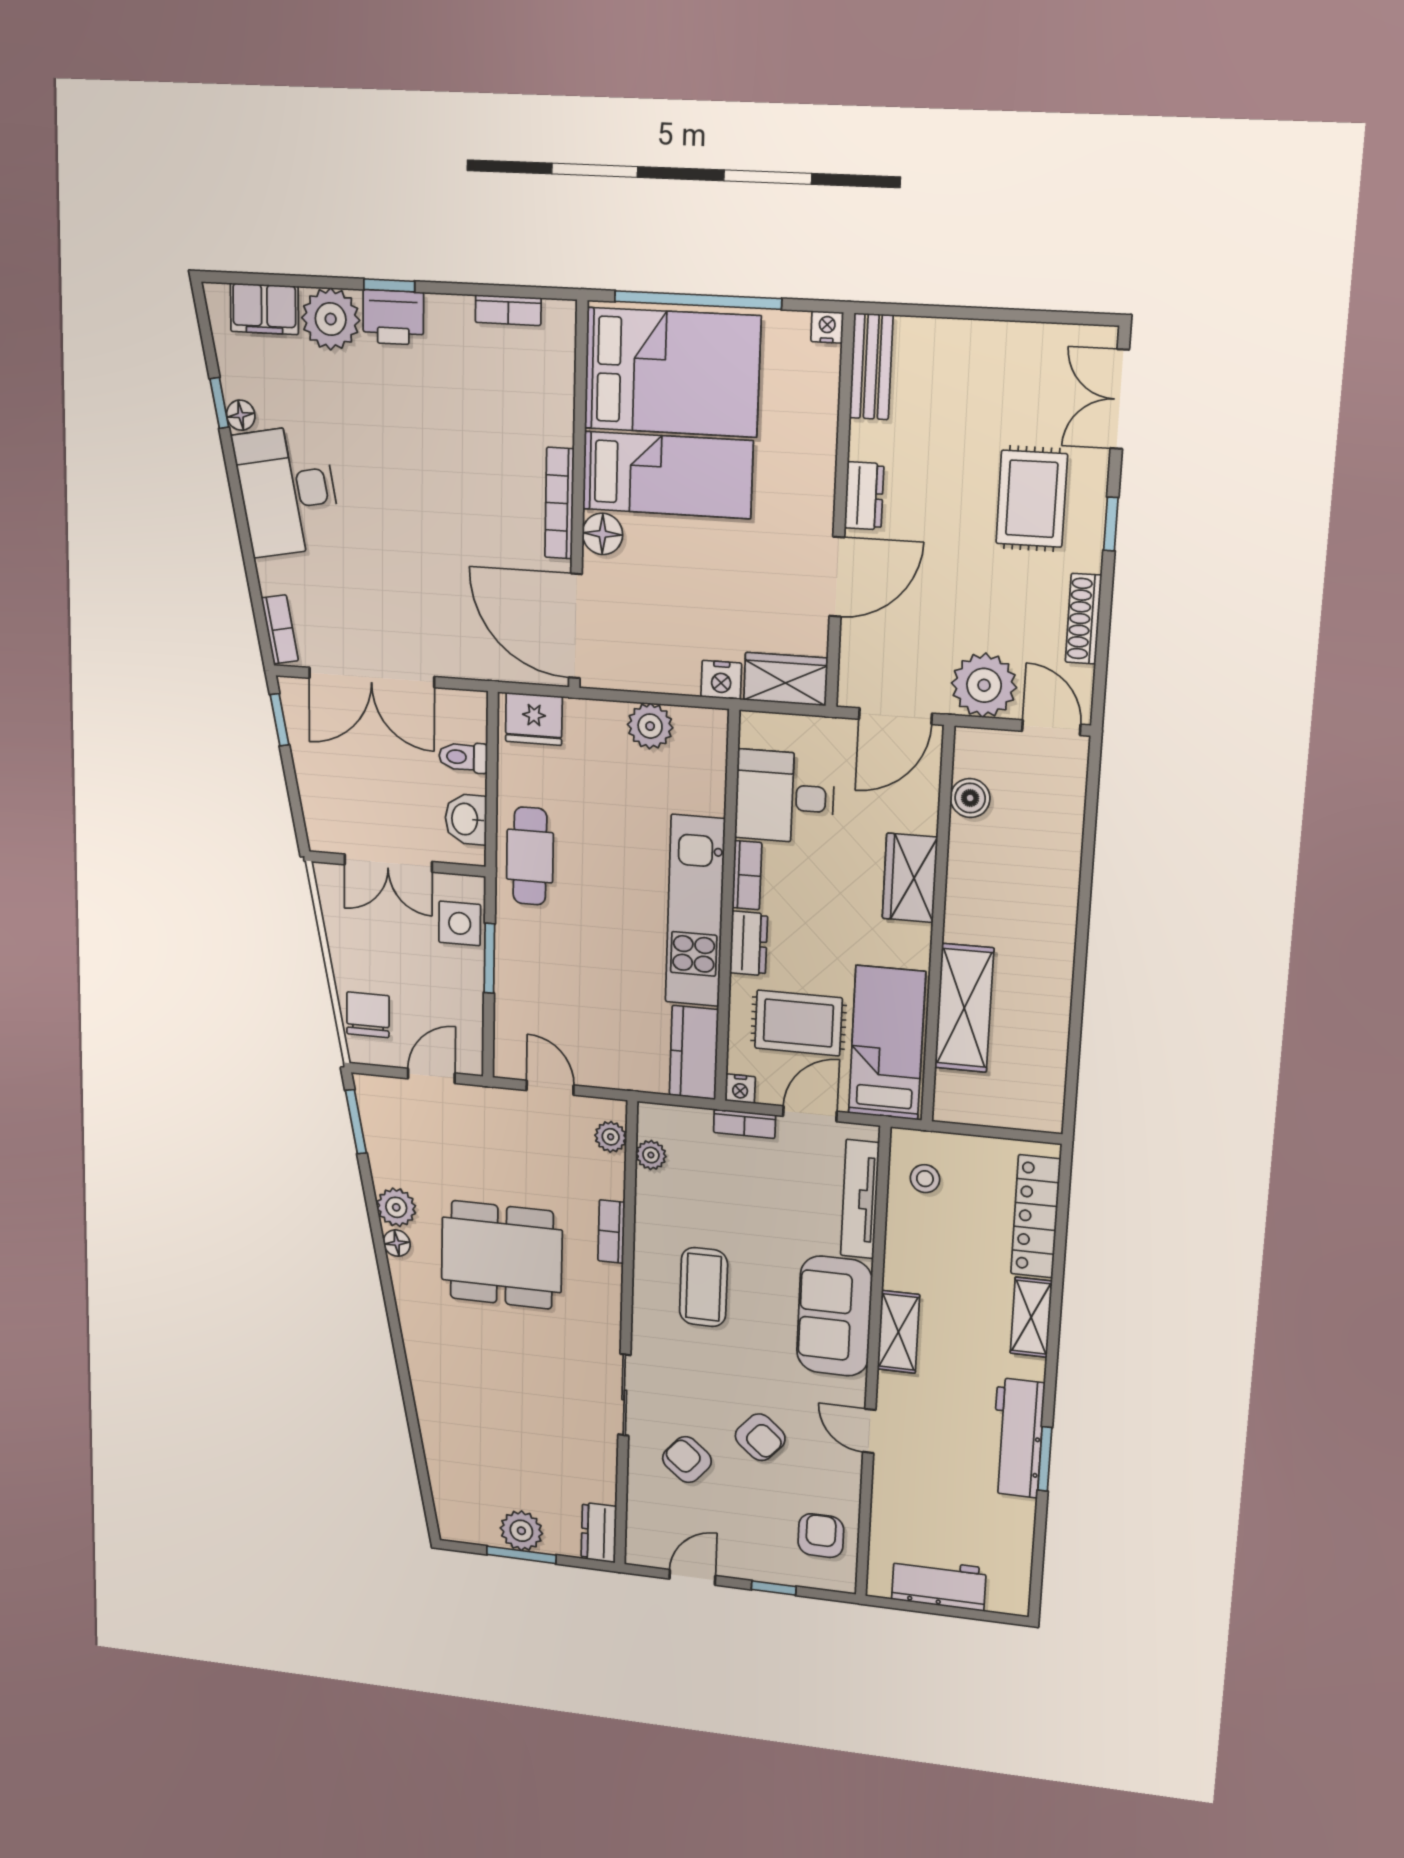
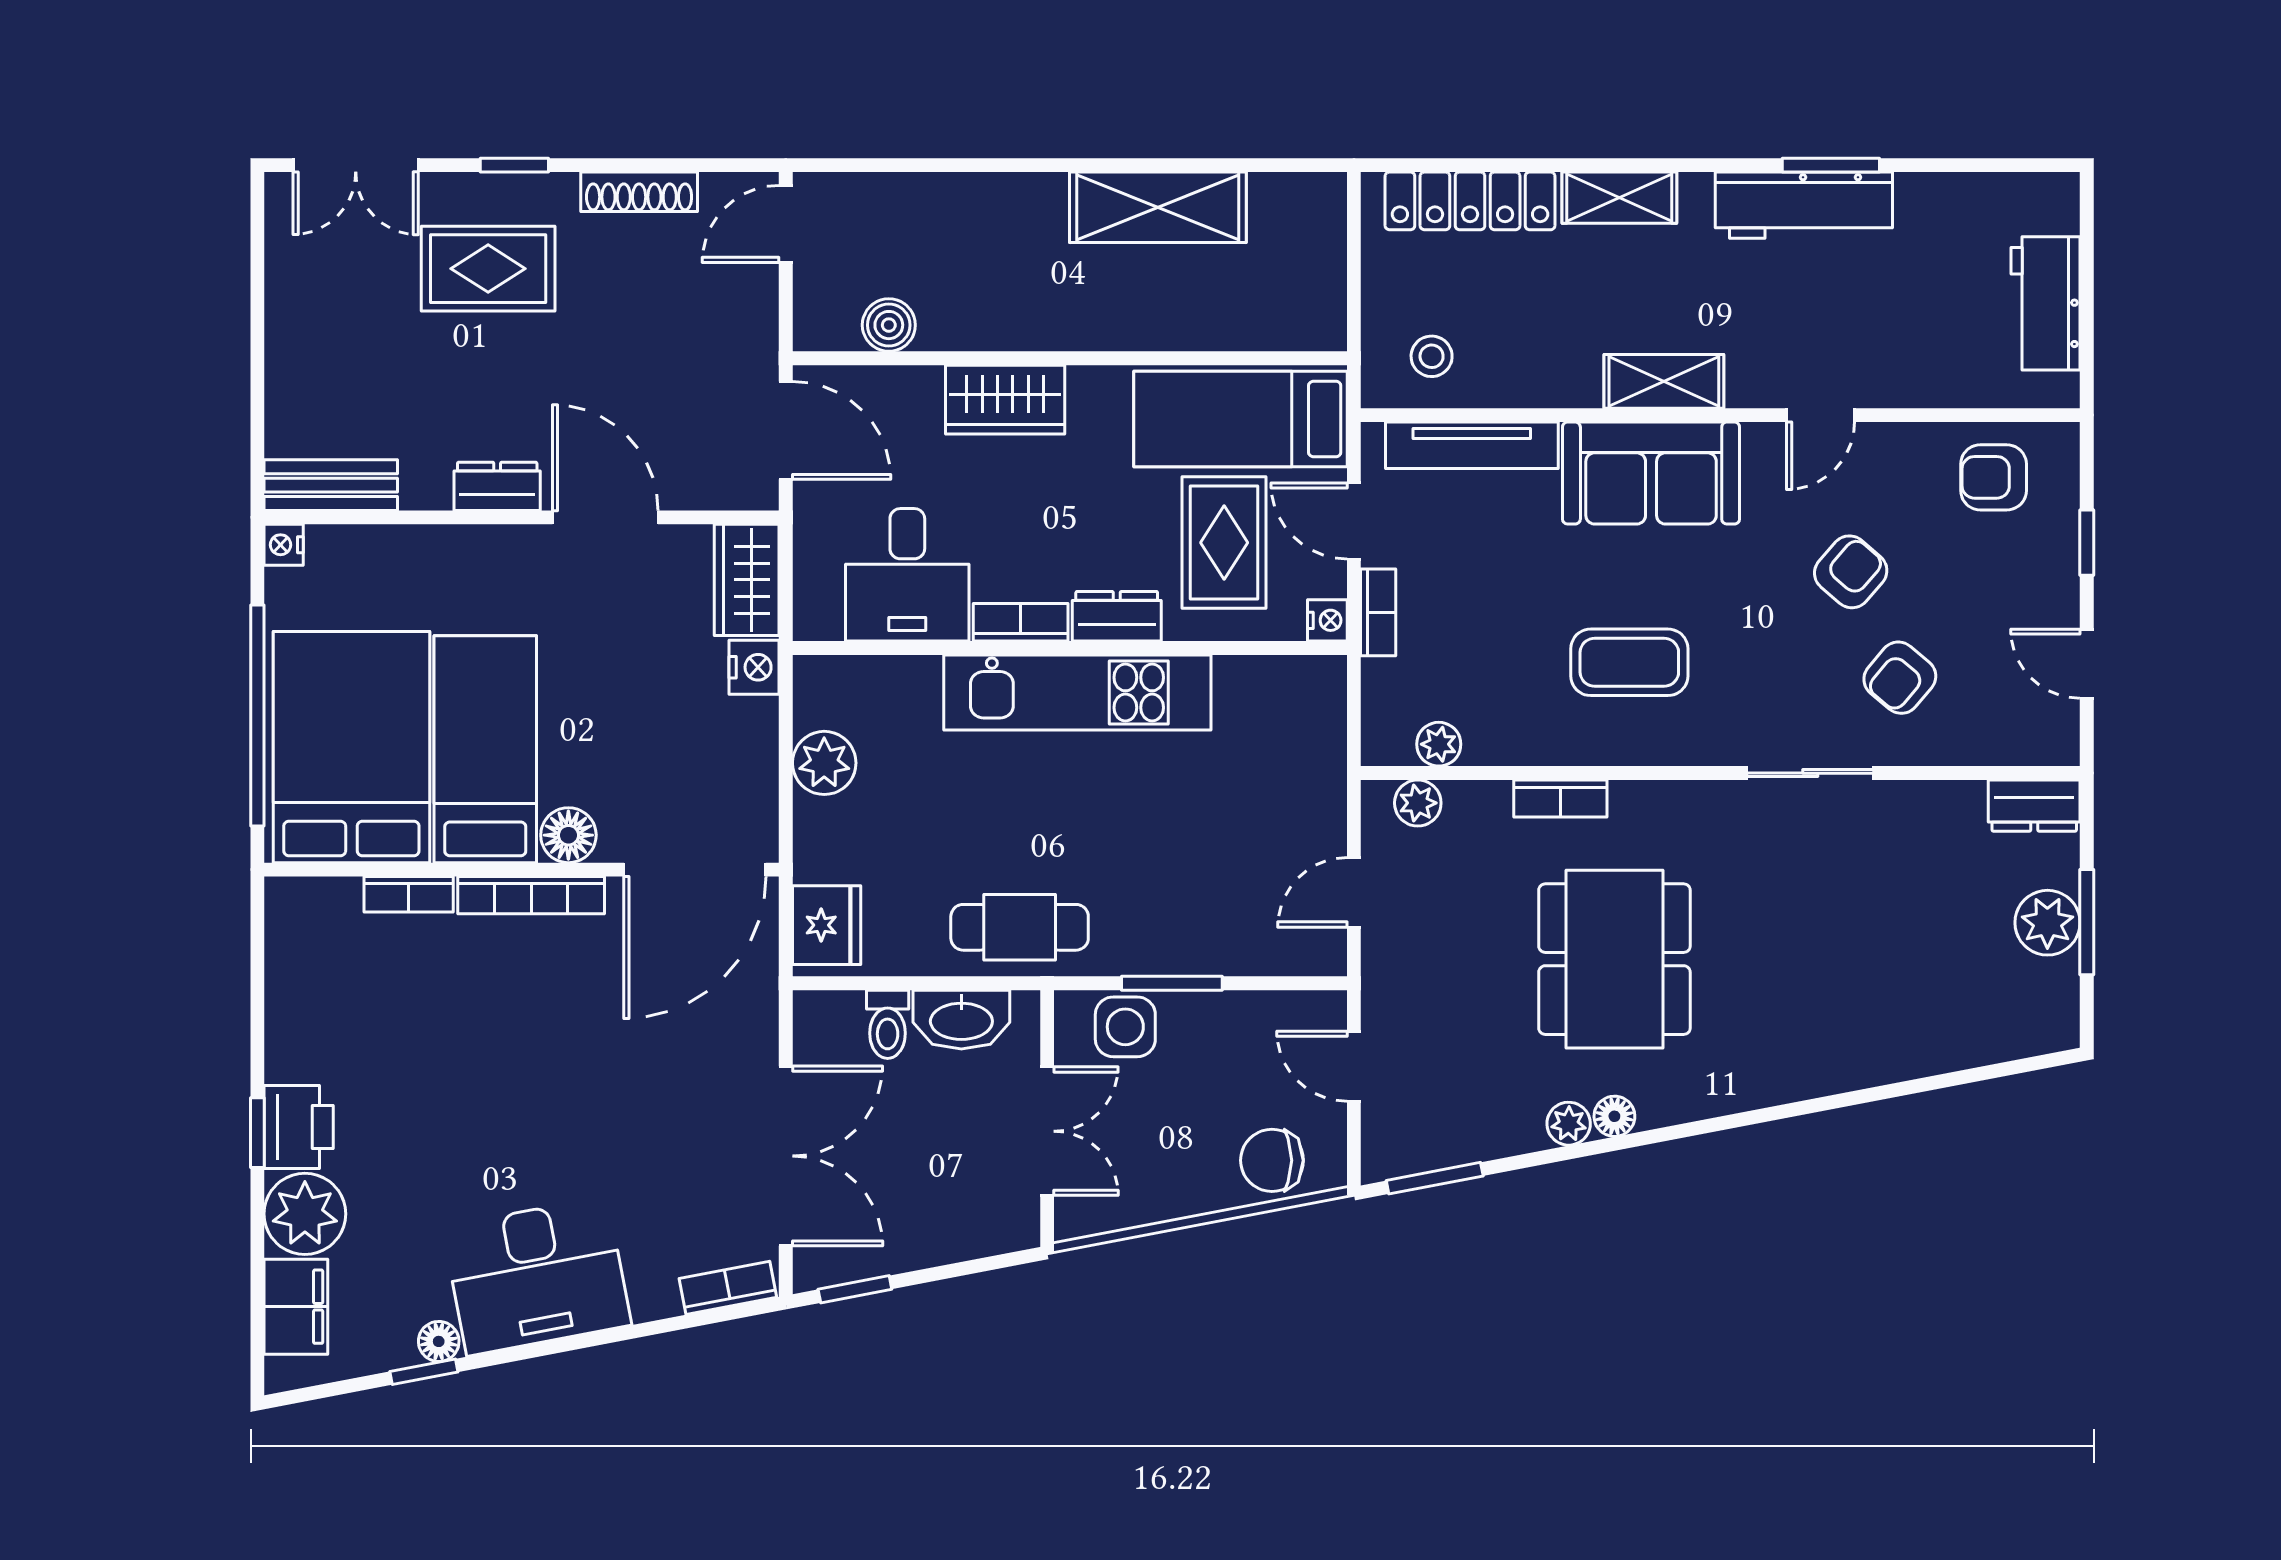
bookcase: (508, 310) -> (409, 894), moved, turned 90
plant: (984, 685) -> (736, 316), removed
washbasin: (466, 819) -> (961, 1020), width x1.38
shelving: (964, 1008) -> (1158, 207), moved
kitchen counter: (694, 1052) -> (1281, 688), removed
plant: (396, 1207) -> (1569, 1124), width x0.73, depth x0.73

